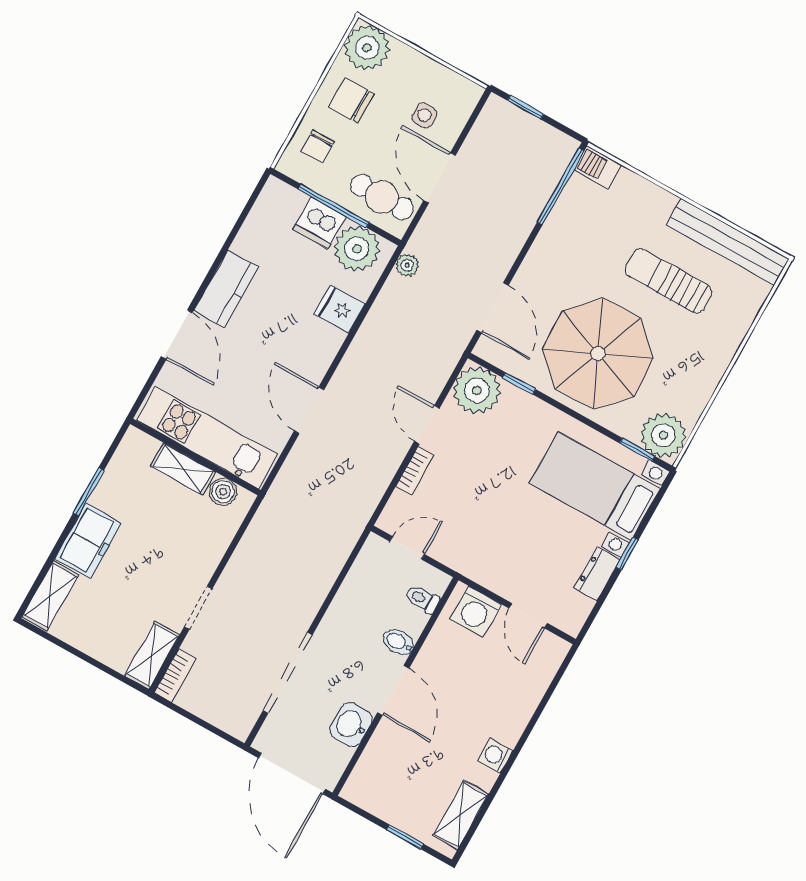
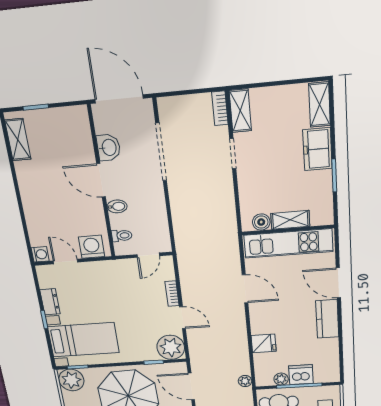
plant: (357, 249) -> (281, 379), width x0.53, depth x0.53
washing machine: (495, 756) -> (40, 254), moved

